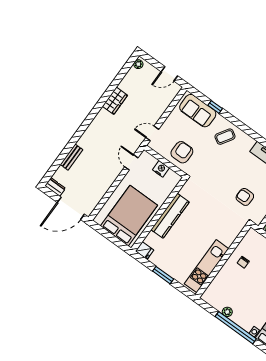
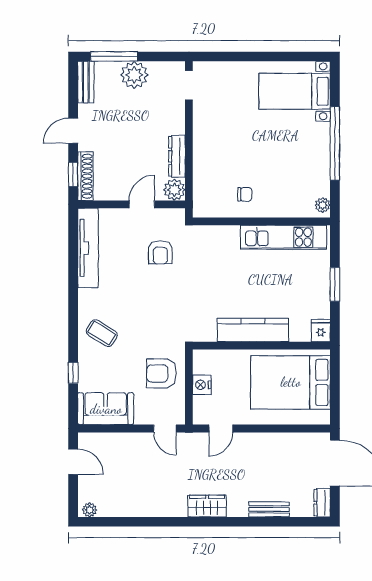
wardrobe: (115, 101) -> (207, 506), moved
sofa: (198, 111) -> (106, 409), moved, turned -90
plant: (227, 312) -> (323, 205), moved

